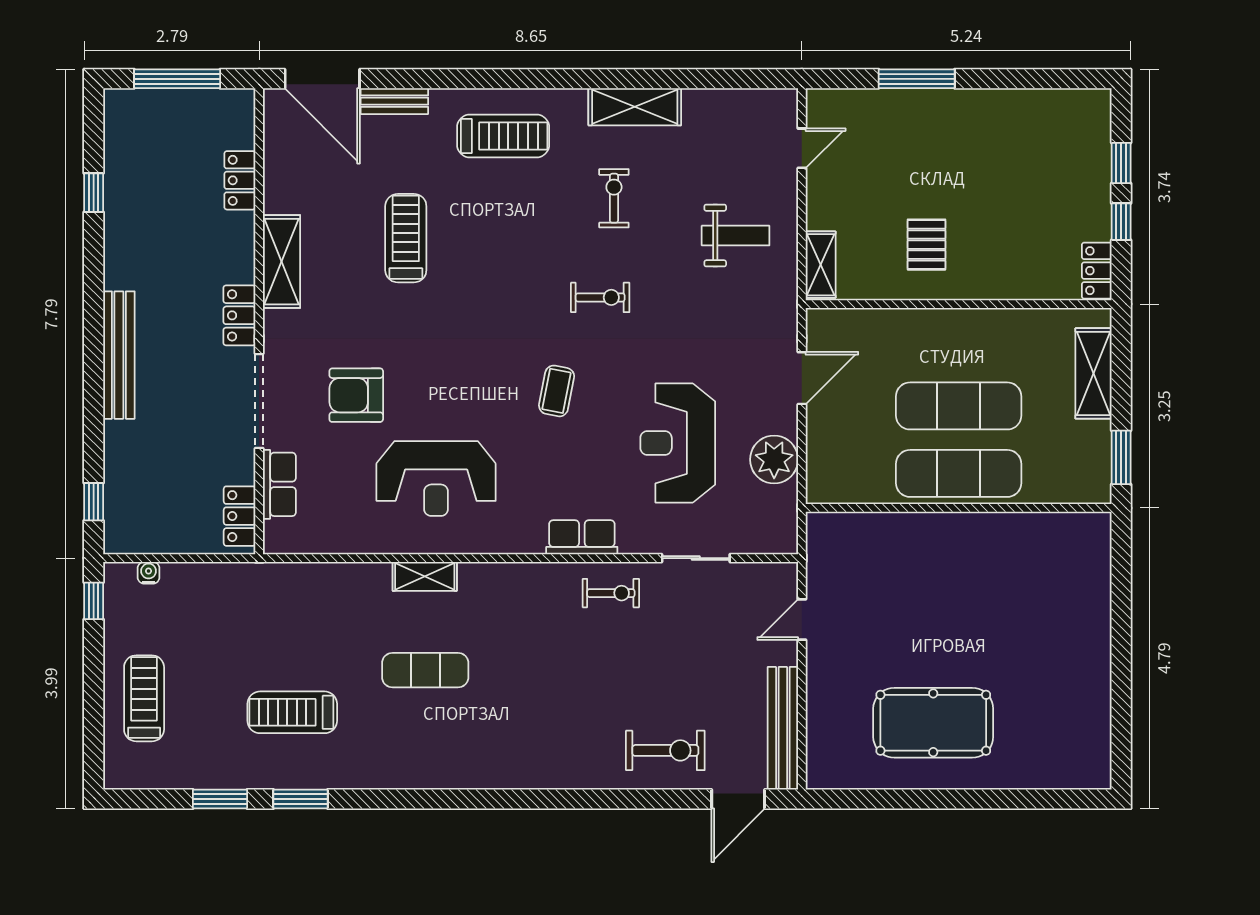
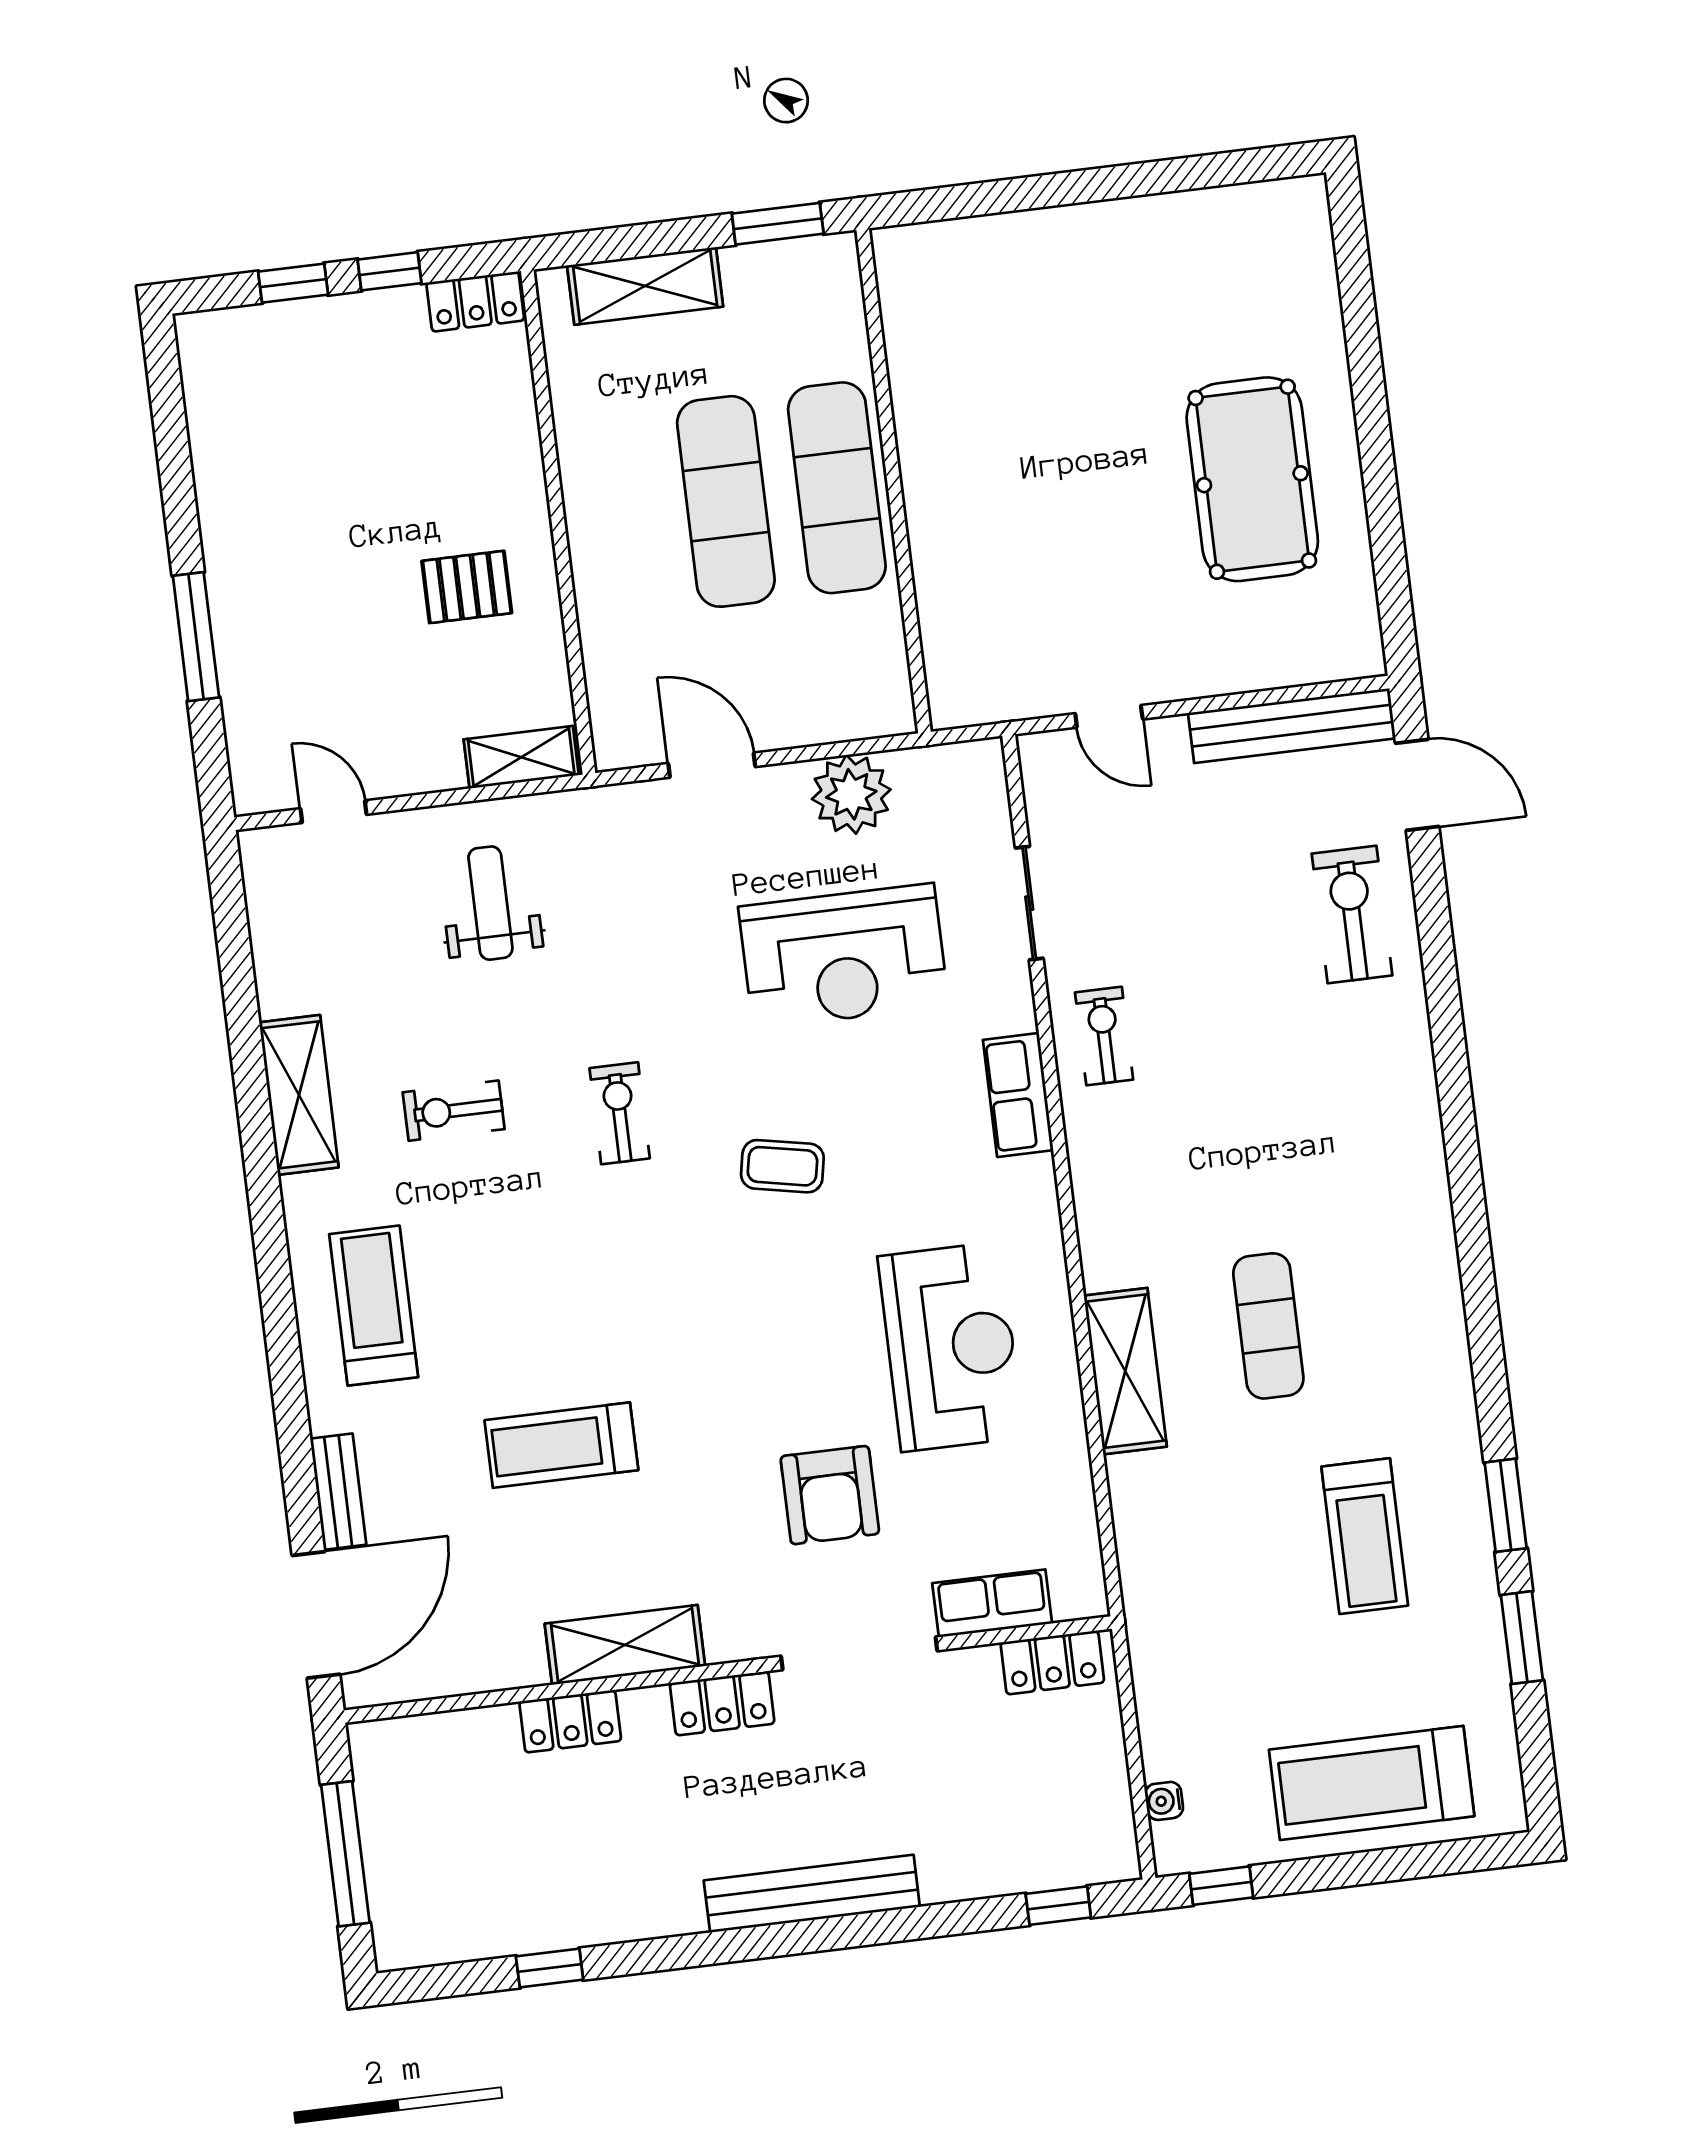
locker: (240, 180) -> (570, 1721), moved
shelving: (425, 576) -> (1125, 1371), width x1.50, depth x1.33
treadmill: (144, 698) -> (1372, 1783), width x1.37, depth x1.38

